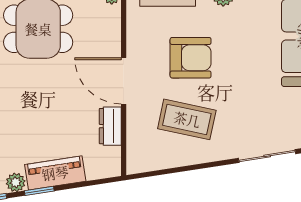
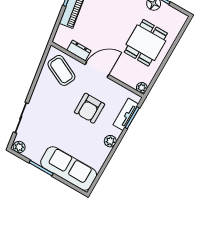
coffee table: (187, 119) -> (61, 70), moved, turned -76

